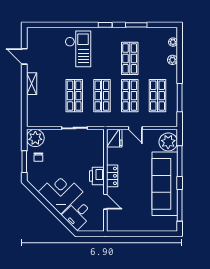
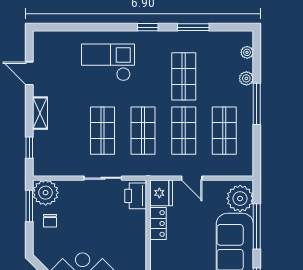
checkout: (78, 49) -> (108, 62), turned -90
window: (180, 98) -> (257, 104), moved
window: (24, 107) -> (29, 148), added
window: (24, 162) -> (29, 206), moved
printer: (97, 176) -> (136, 196), moved
locker: (112, 176) -> (158, 223), moved

